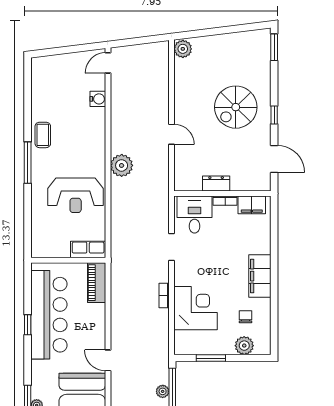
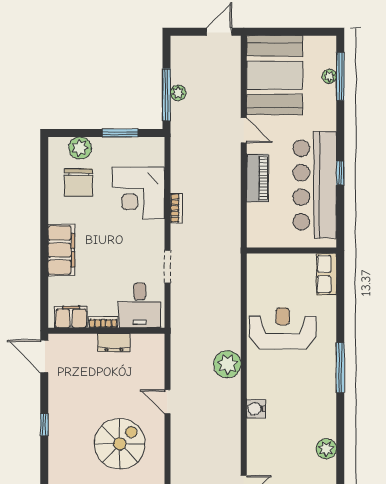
plant: (39, 95) -> (326, 449), added
water cooler: (98, 99) -> (256, 409), moved
spiral stairs: (236, 107) -> (120, 444), moved
coffee table: (43, 135) -> (322, 401), removed
door: (274, 159) -> (44, 356), moved
row of seats: (88, 250) -> (326, 274), moved, turned 90
filing cabinet: (260, 276) -> (61, 250), moved
piano: (97, 283) -> (257, 178), moved
chair: (246, 317) -> (79, 183), width x1.87, depth x1.87

